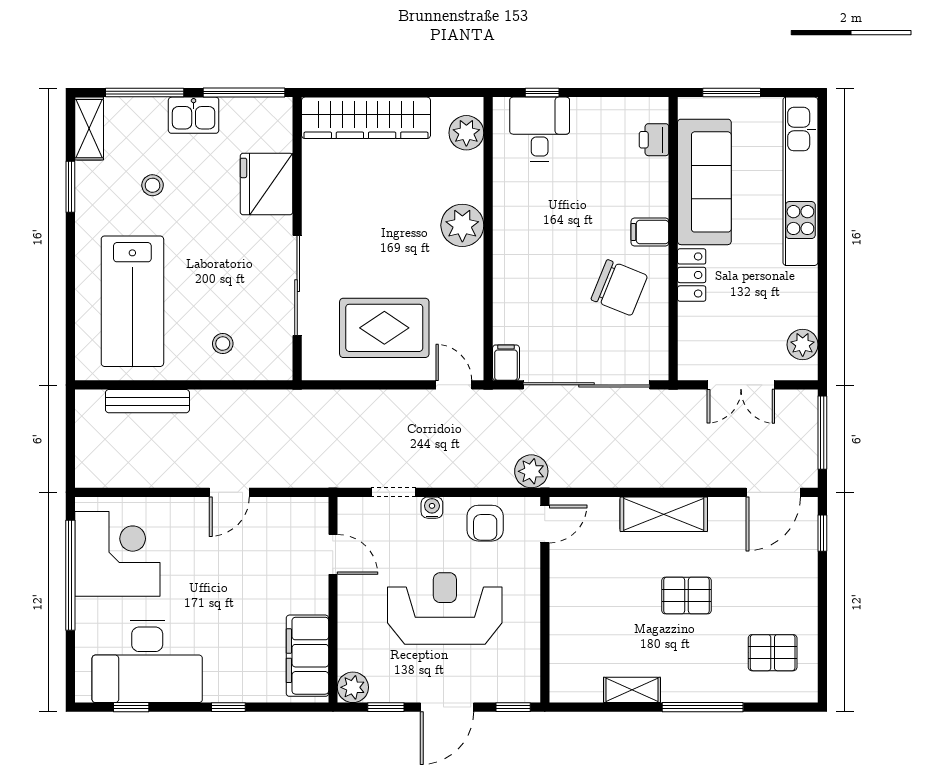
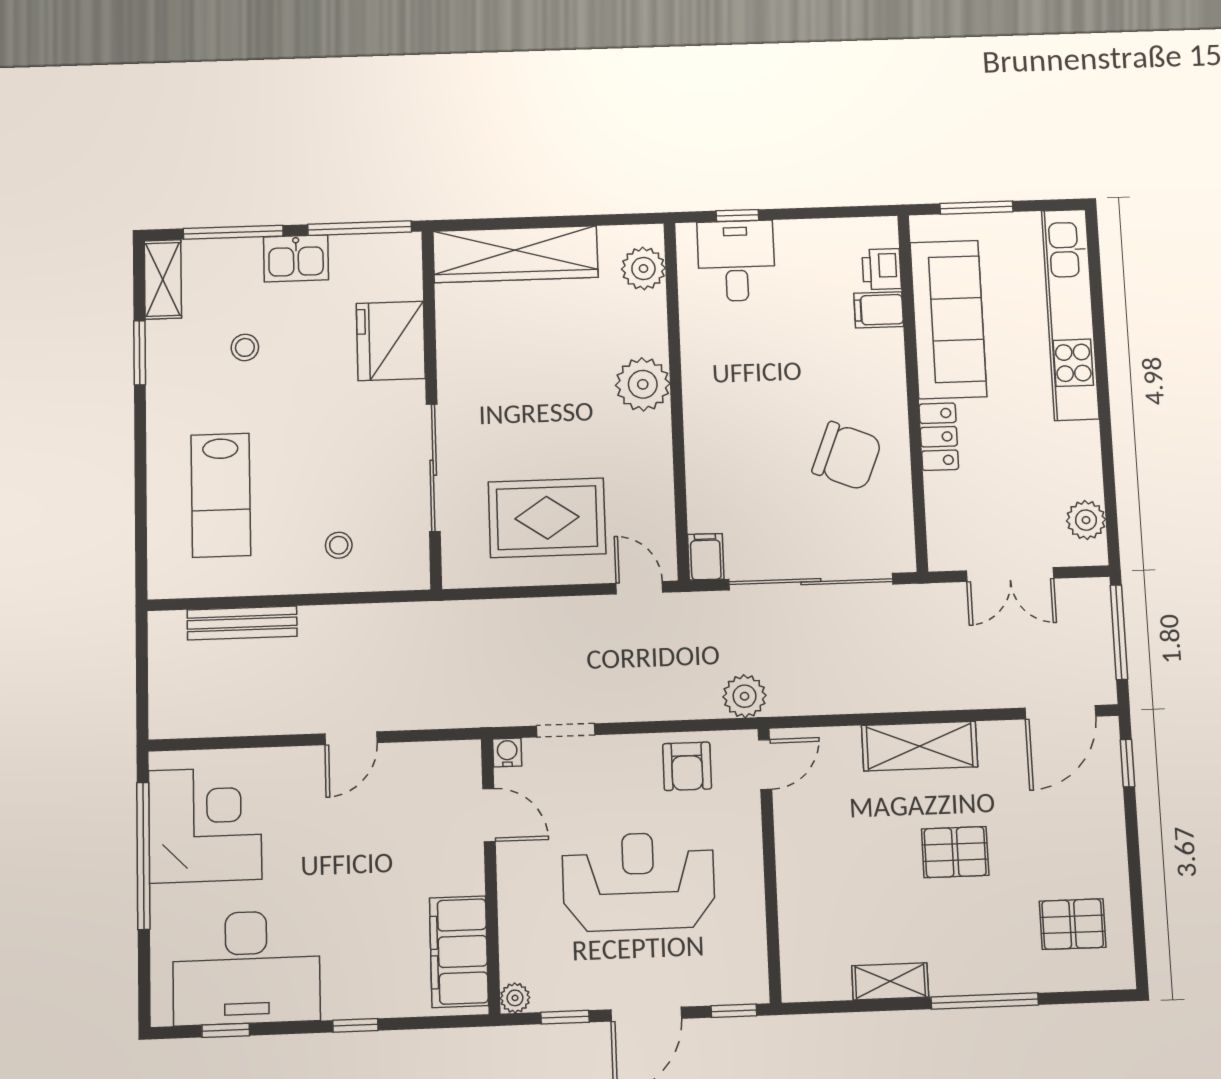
filing cabinet: (650, 232) -> (879, 310), moved
lab bench: (132, 301) -> (221, 495), width x0.73, depth x0.72
water cooler: (432, 508) -> (507, 752), moved
plant: (353, 687) -> (515, 998), width x0.73, depth x0.73

